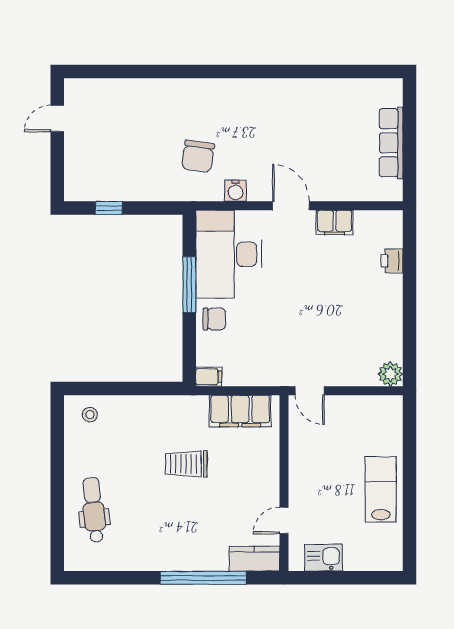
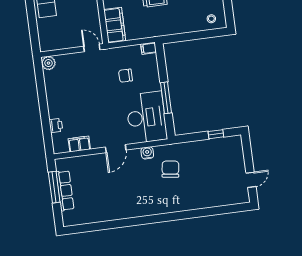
window: (409, 151) -> (54, 187), added
door: (291, 206) -> (116, 149), hinge flipped
filing cabinet: (335, 223) -> (79, 144), moved
chair: (214, 319) -> (125, 76), moved
filing cabinet: (240, 411) -> (115, 25), moved, turned 90

